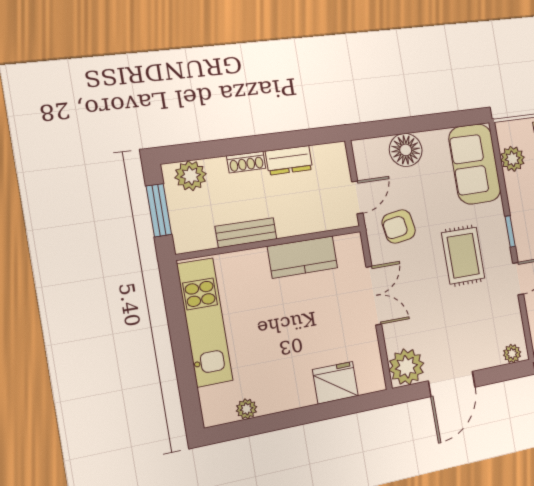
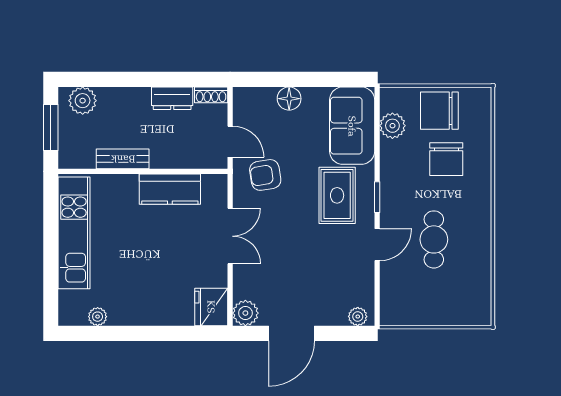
floor lamp: (406, 150) -> (289, 99), width x0.73, depth x0.73
shoe rack: (246, 162) -> (211, 95), moved
door: (357, 197) -> (230, 142), hinge flipped
rug: (463, 256) -> (337, 195), moved
plant: (407, 367) -> (245, 313), width x0.73, depth x0.73
fridge: (335, 383) -> (211, 307), moved, turned -90

